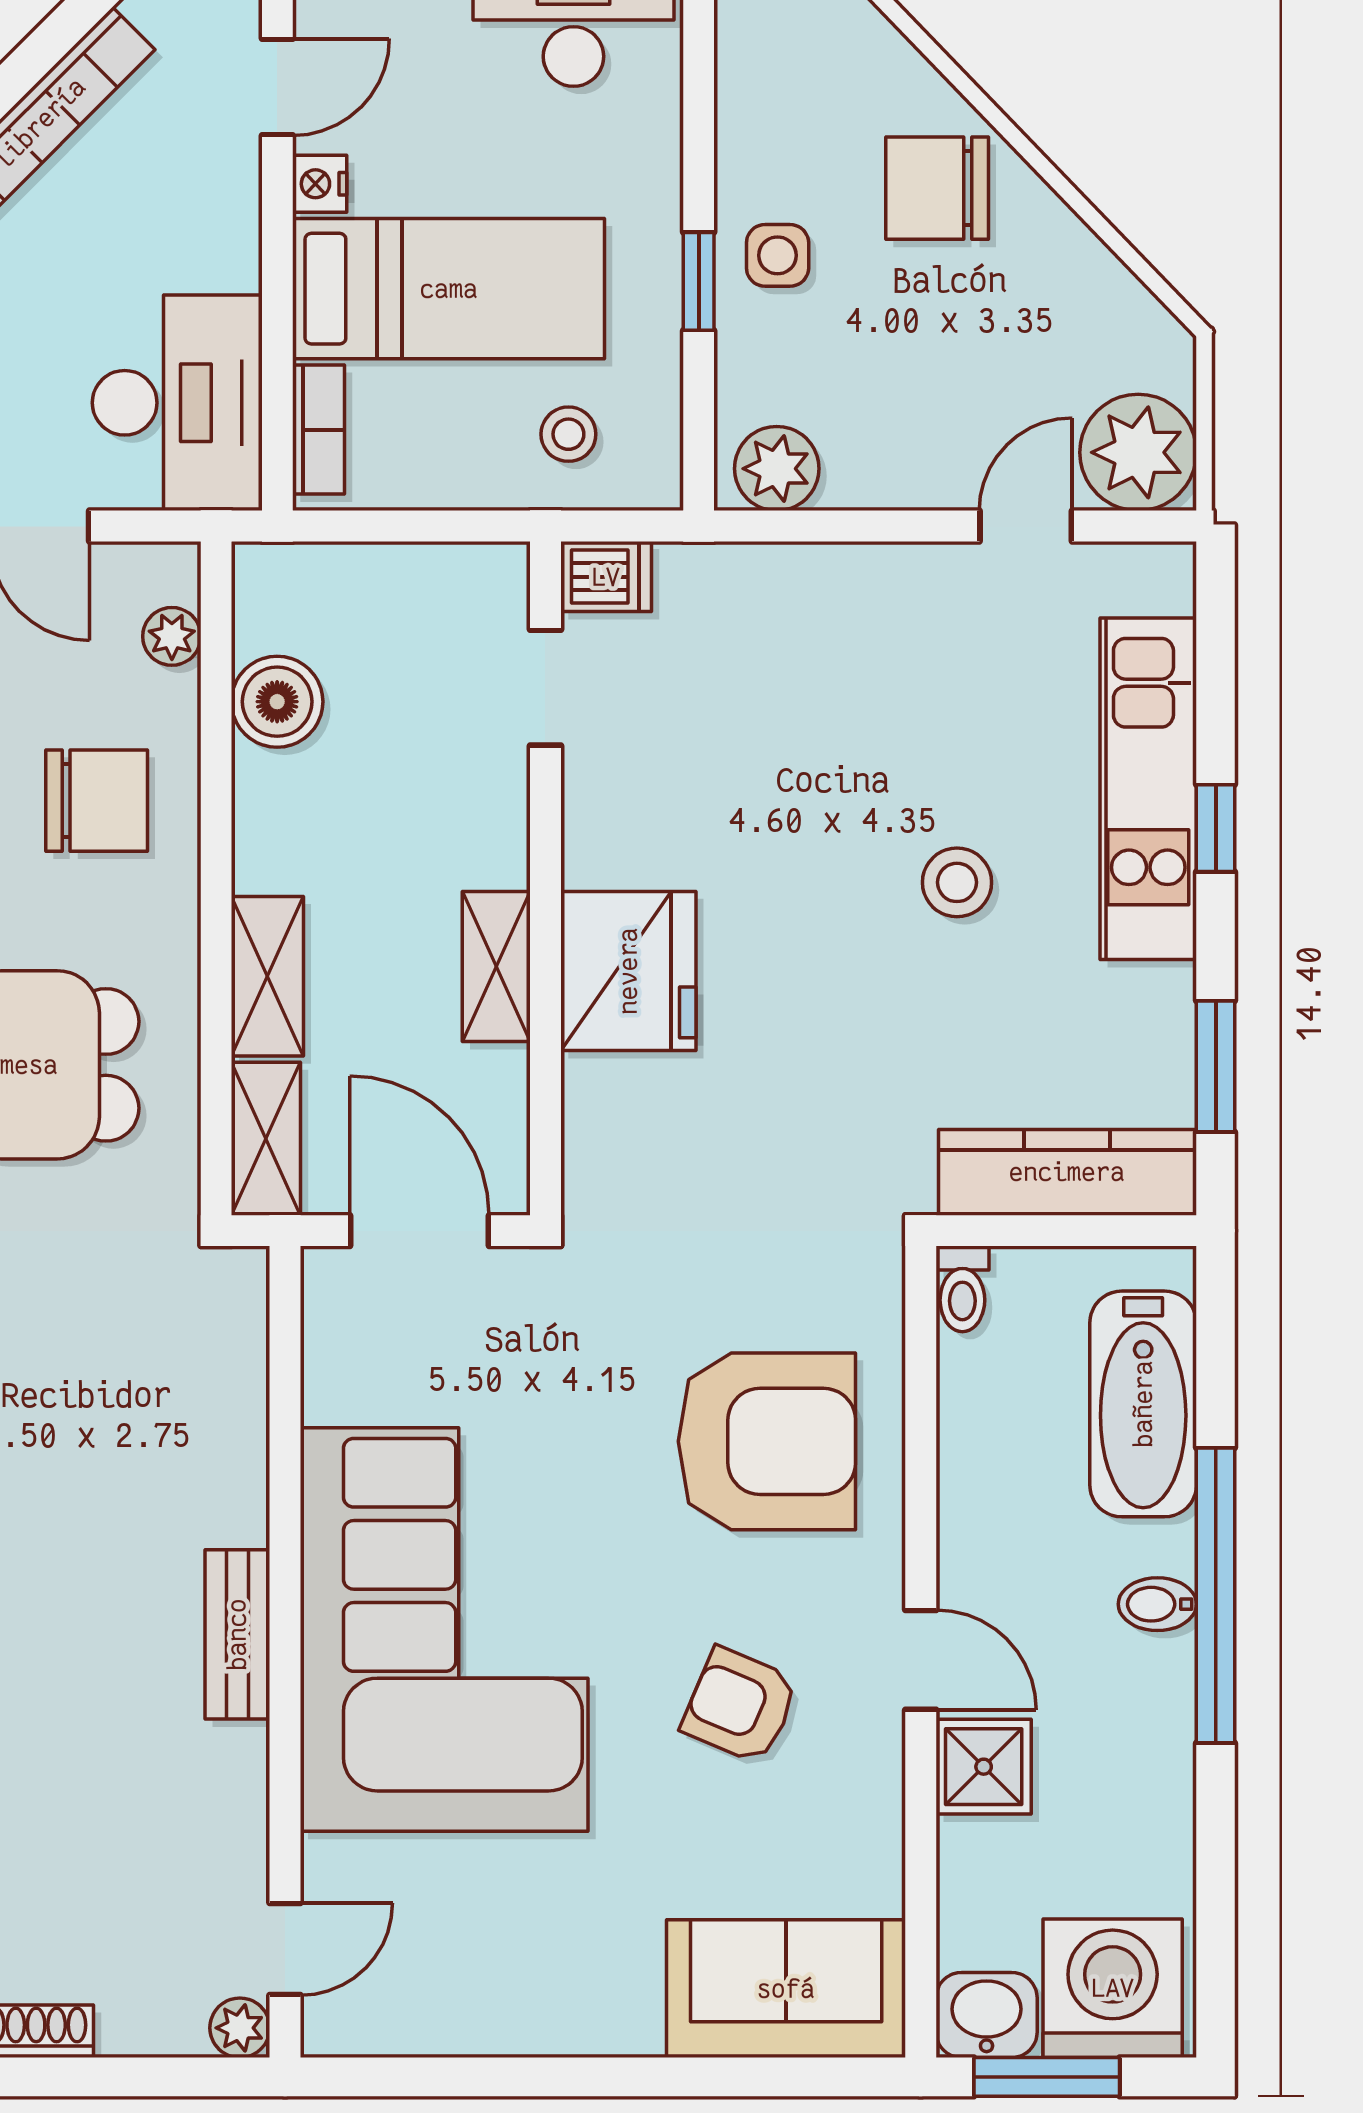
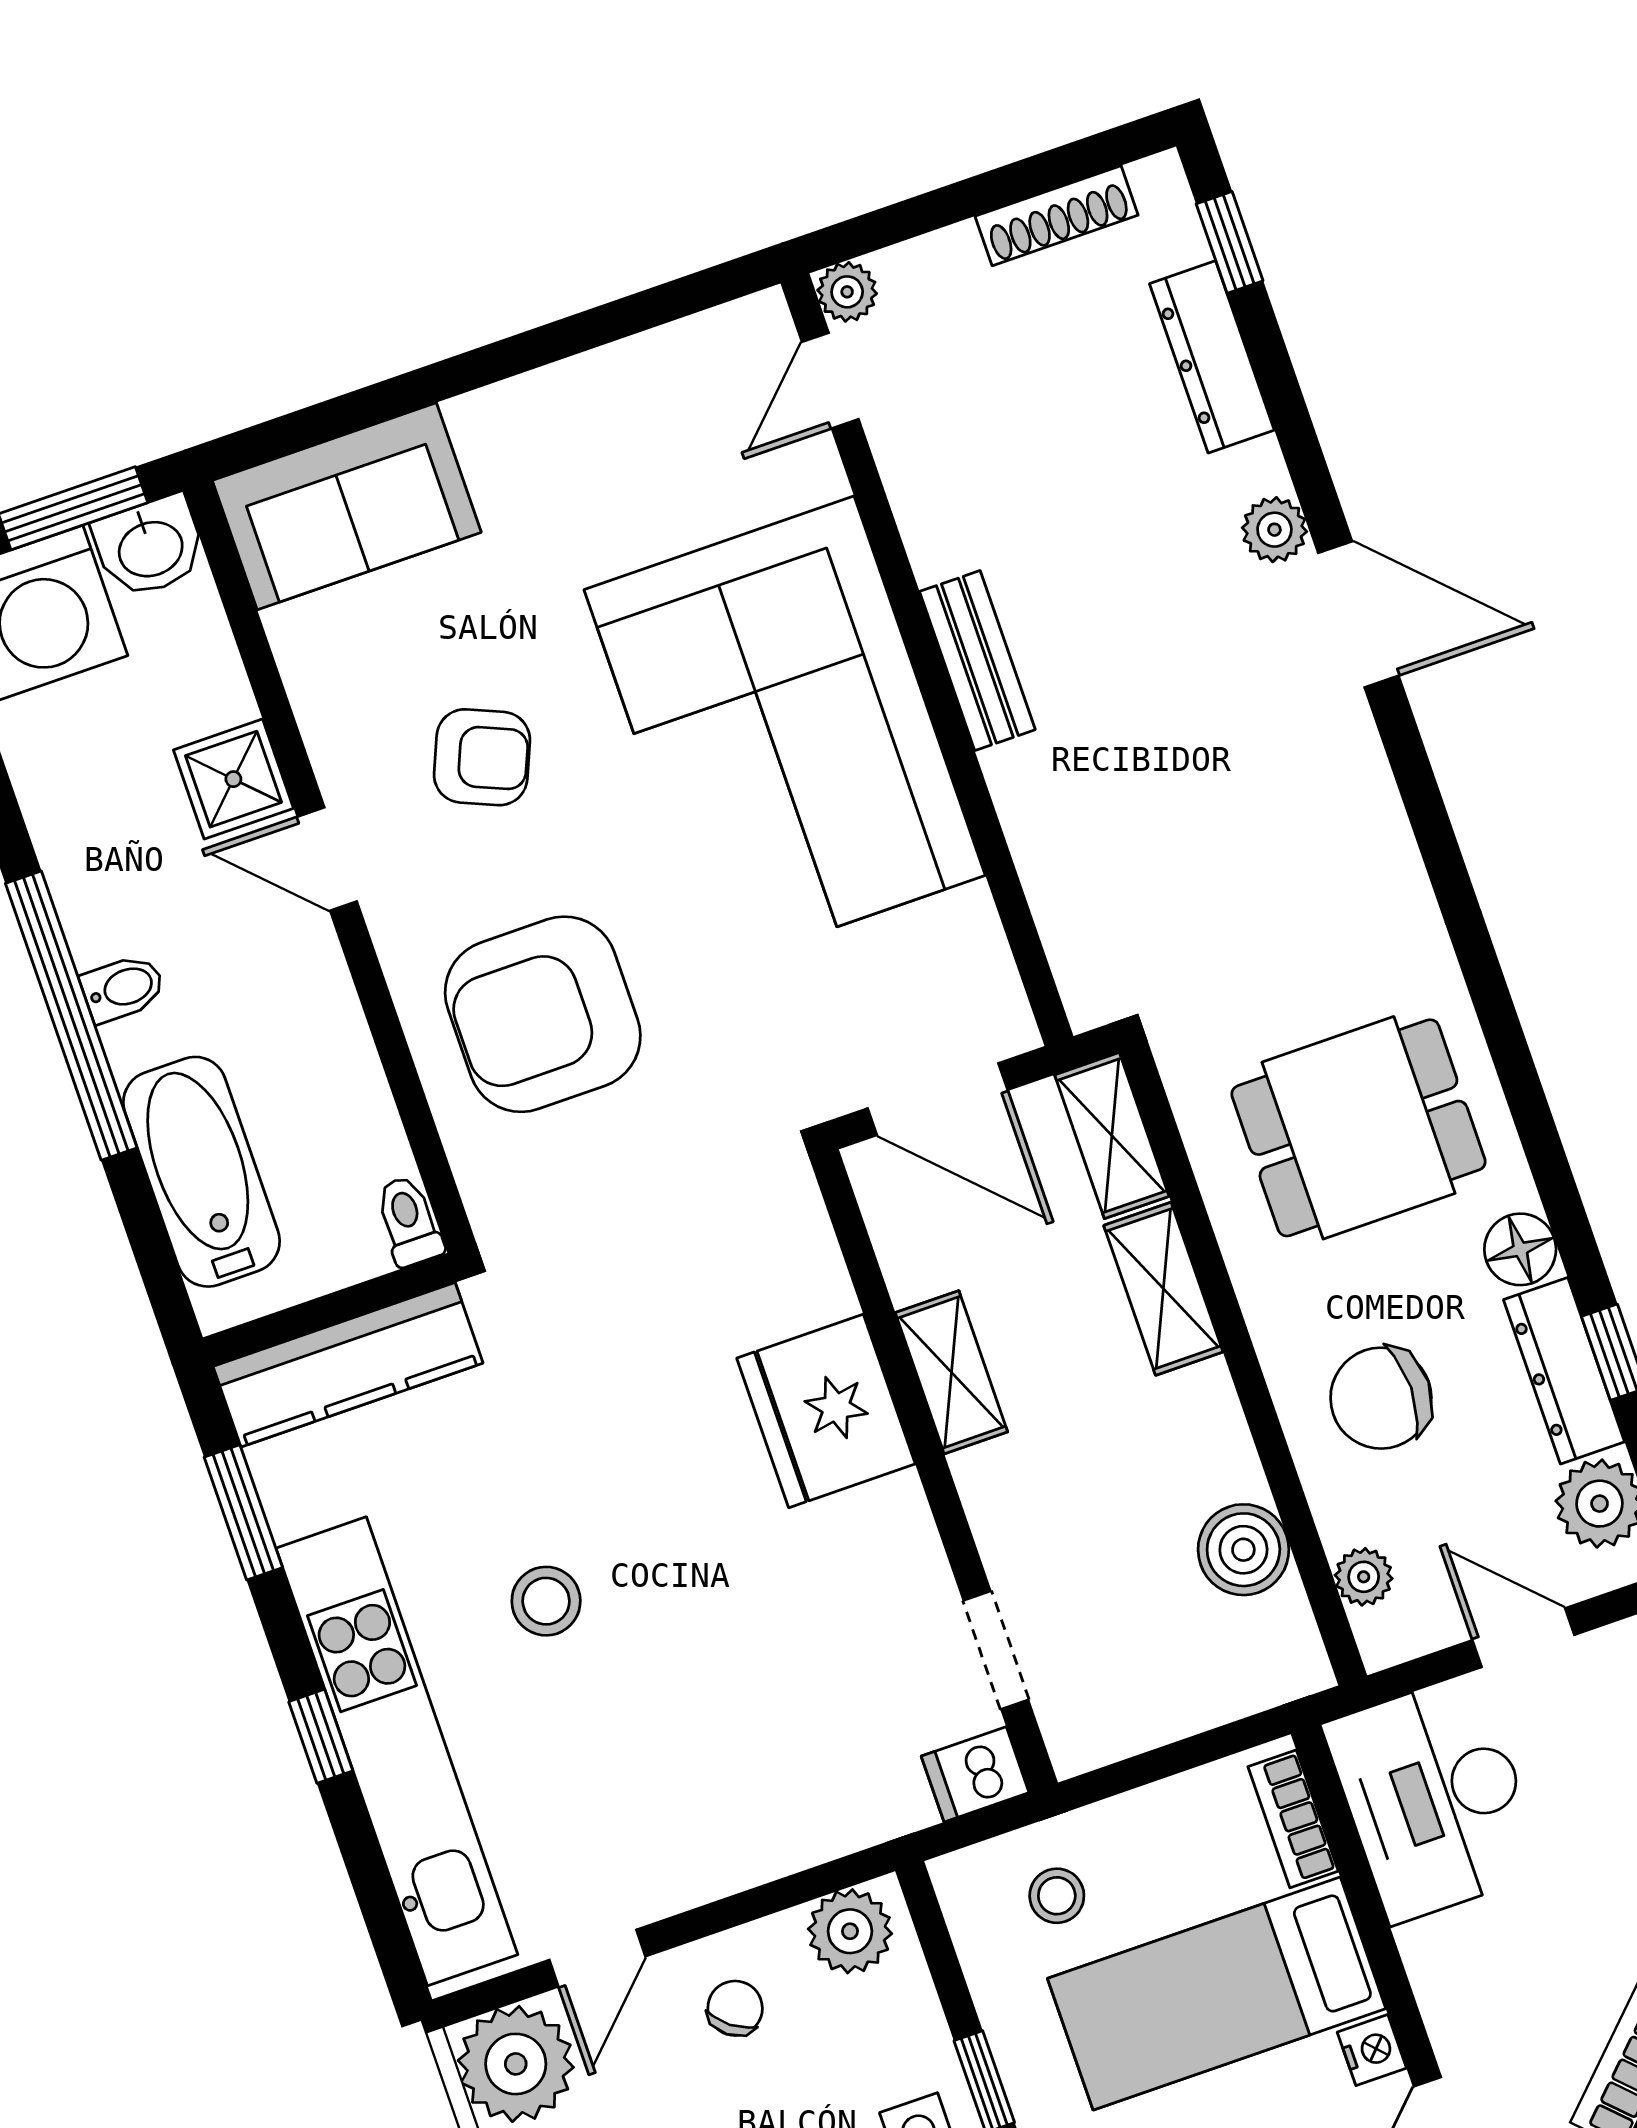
chair: (911, 433) -> (735, 2008), added
kitchen unit: (1148, 789) -> (397, 1751), width x1.36

